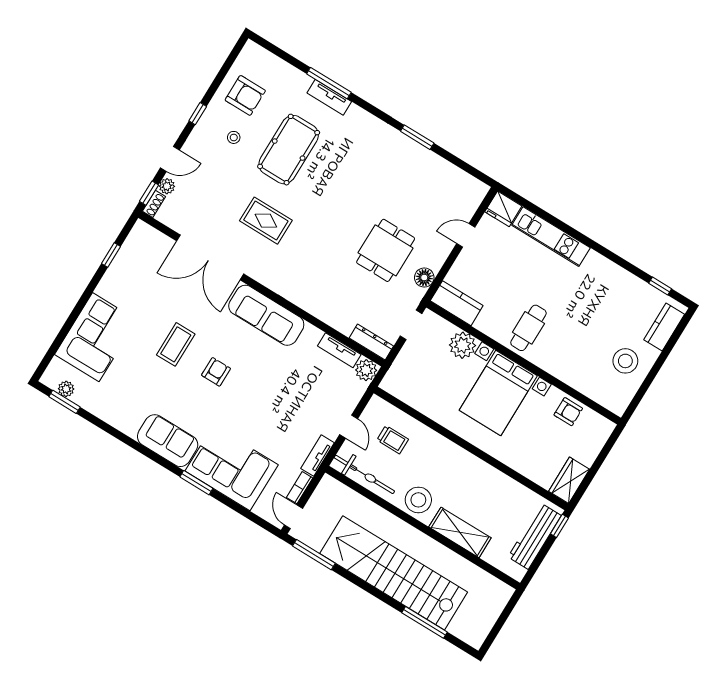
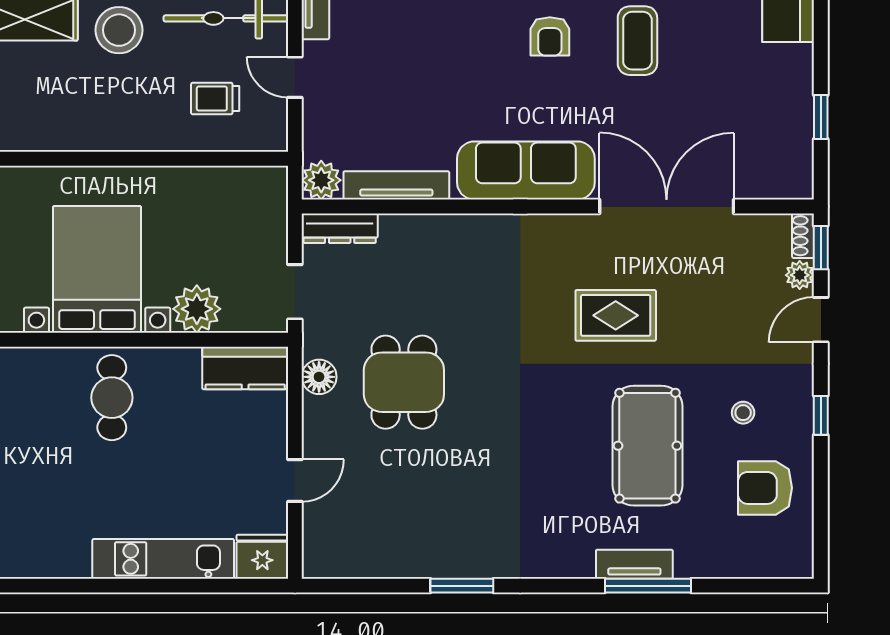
tv unit: (339, 350) -> (396, 185), width x1.41

